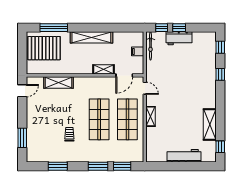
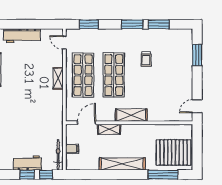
shelving: (59, 83) -> (131, 115), moved
door: (145, 88) -> (64, 42), moved
window: (98, 166) -> (132, 24), moved

